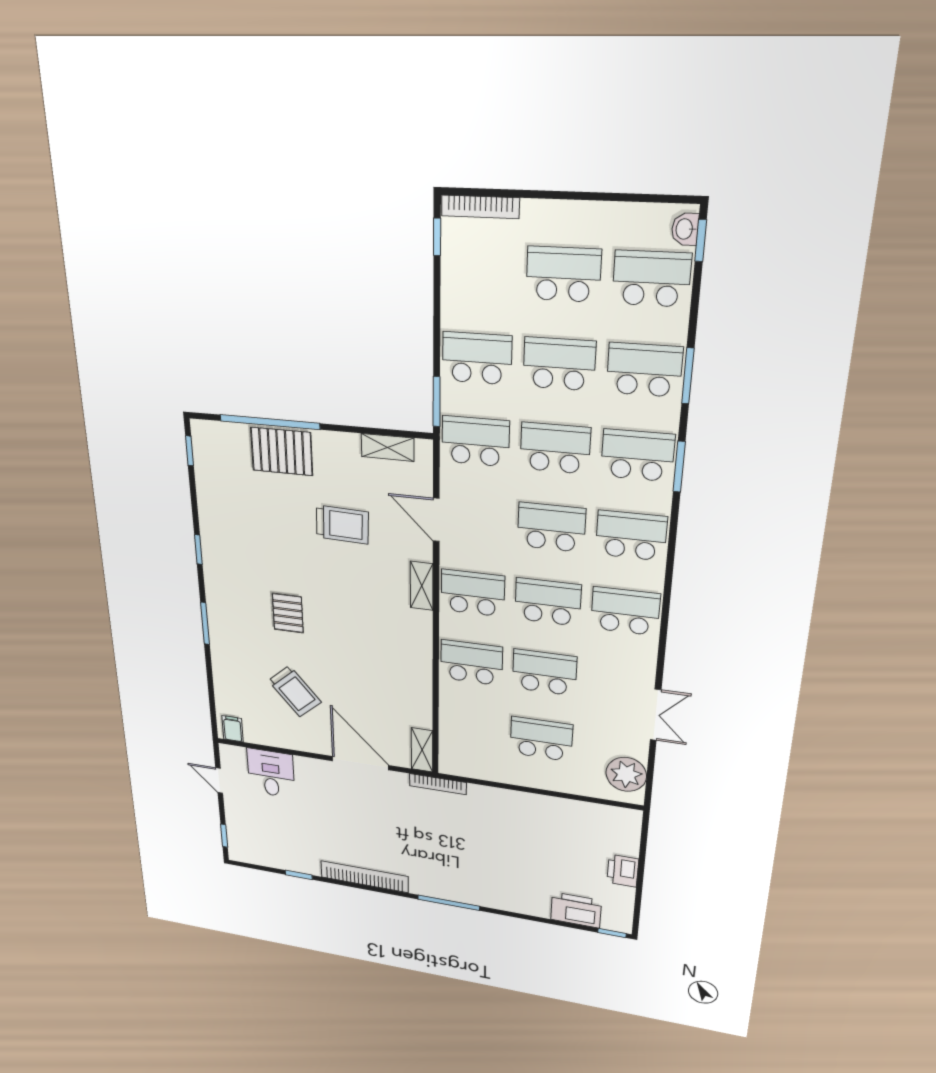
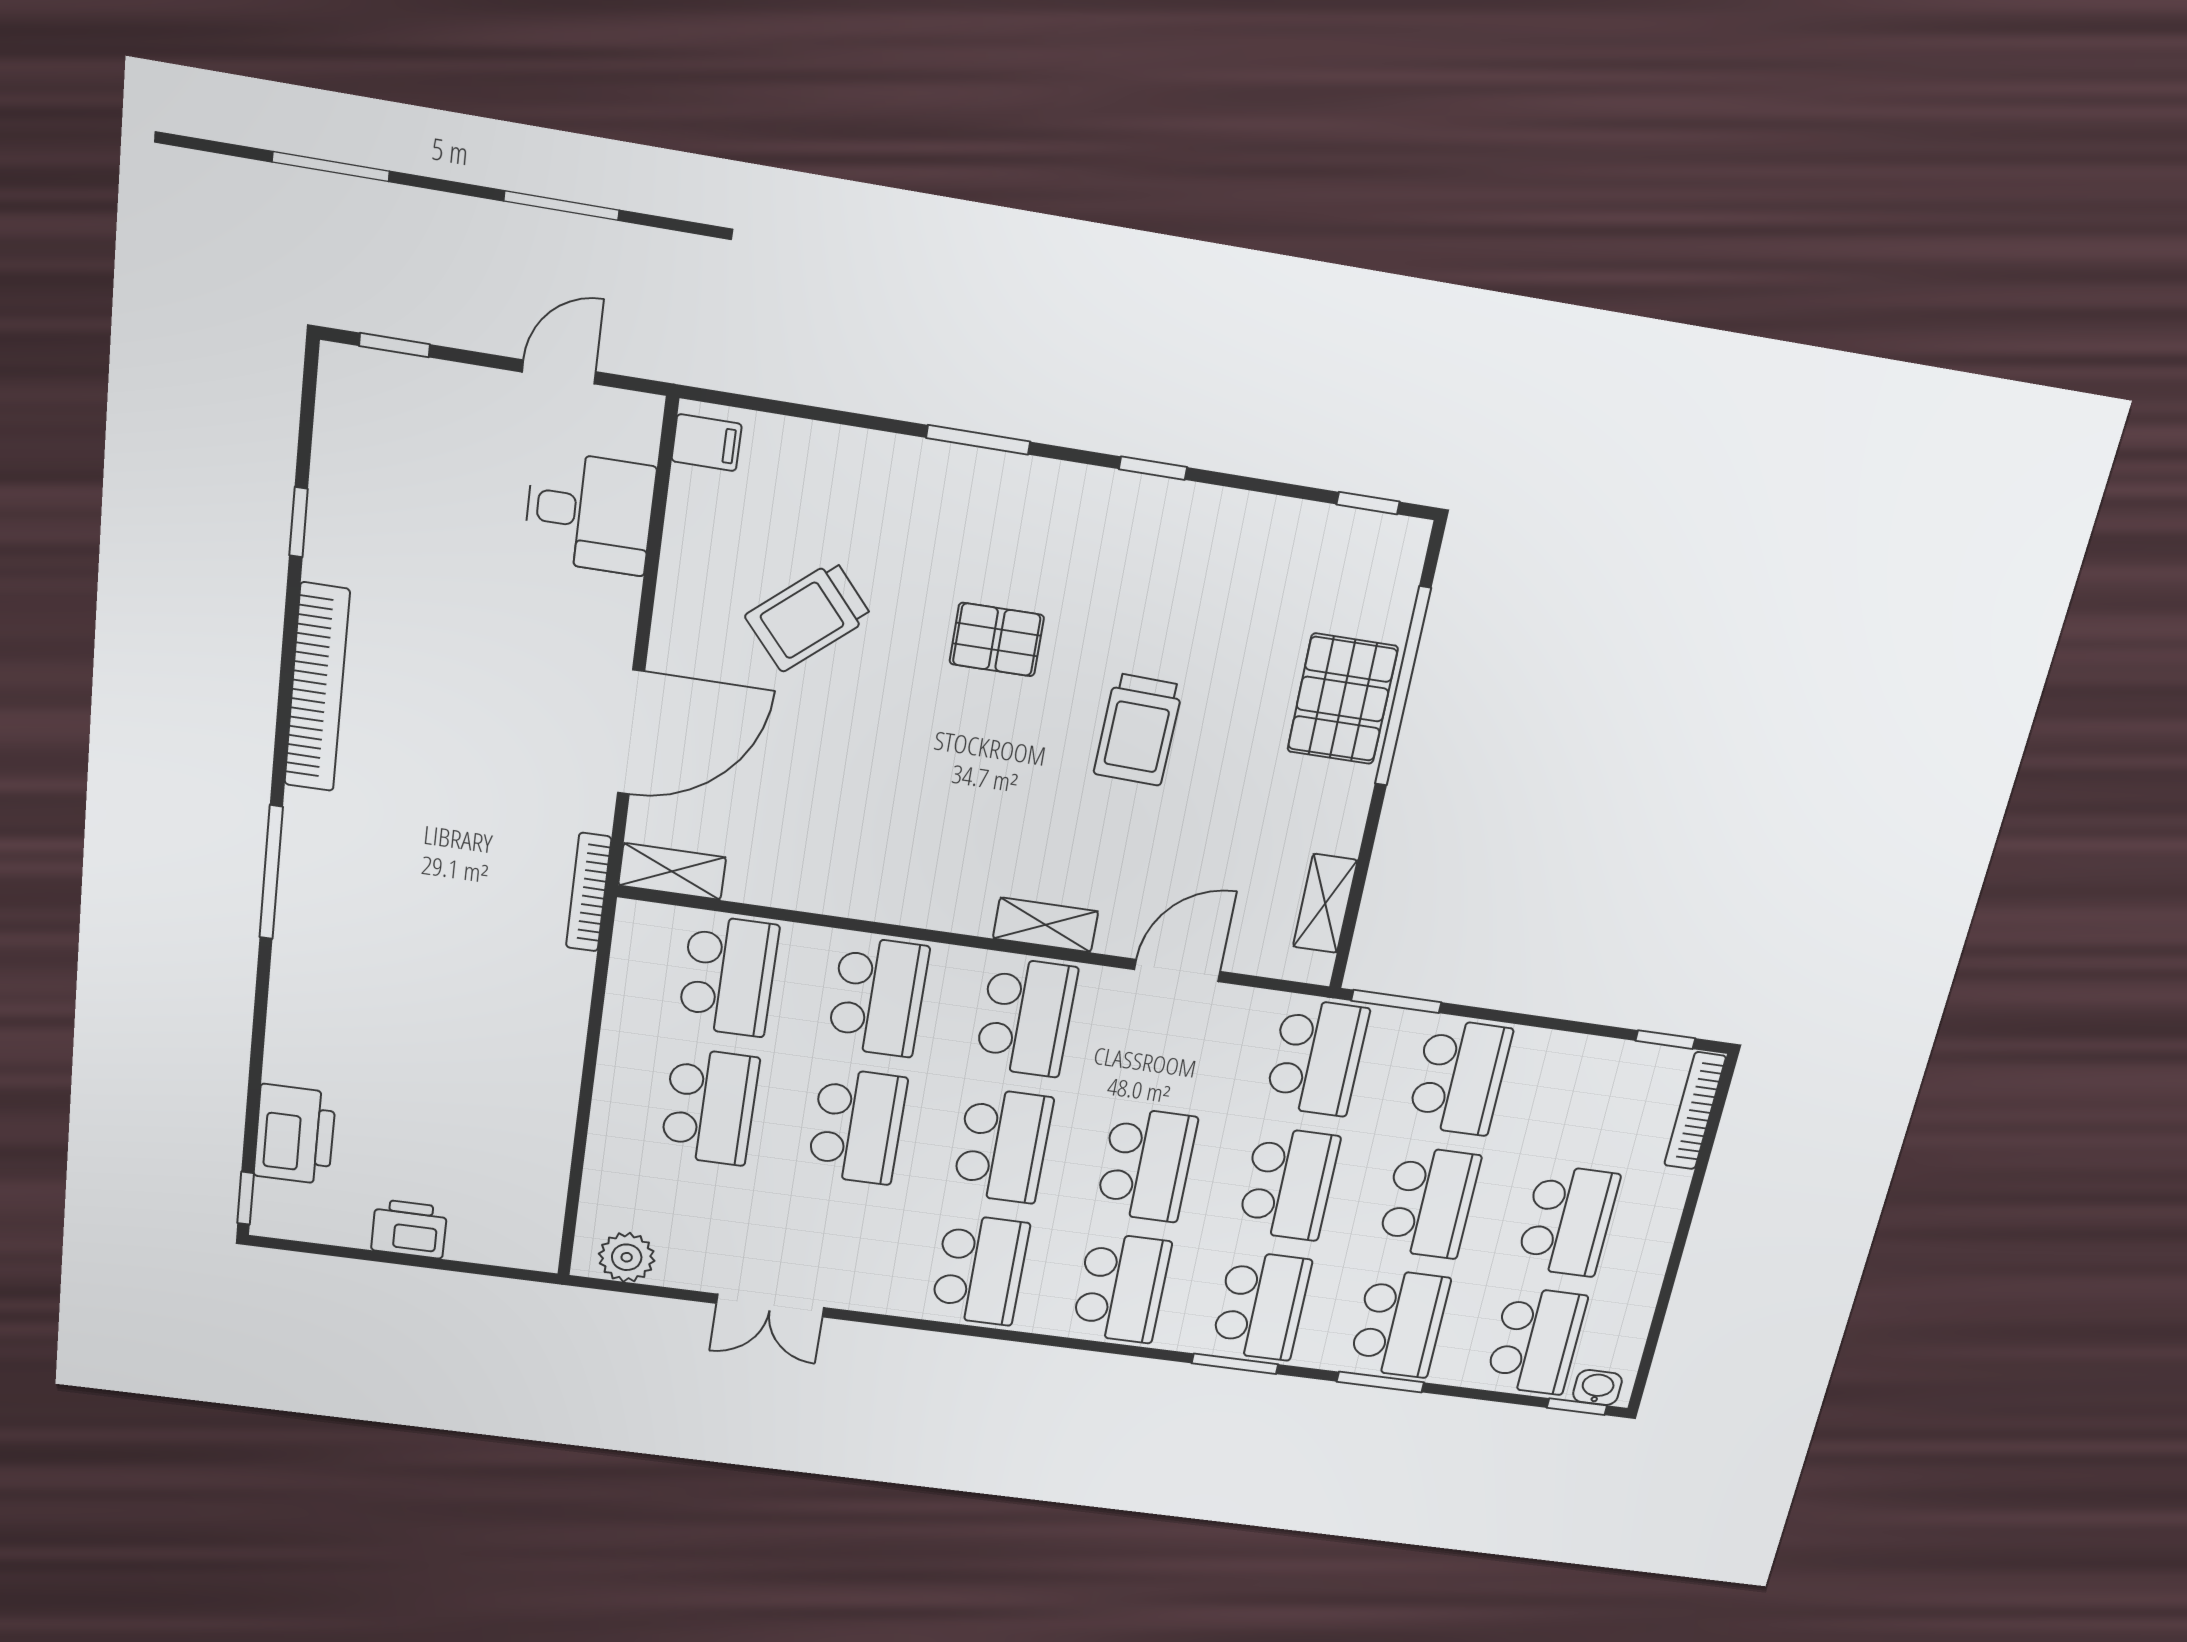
trolley: (342, 525) -> (1138, 730), moved
school desk: (470, 728) -> (728, 976), added
plant: (626, 774) -> (627, 1257), width x0.73, depth x0.73

